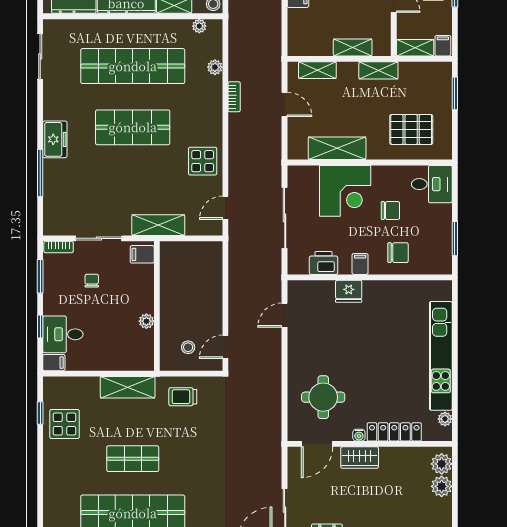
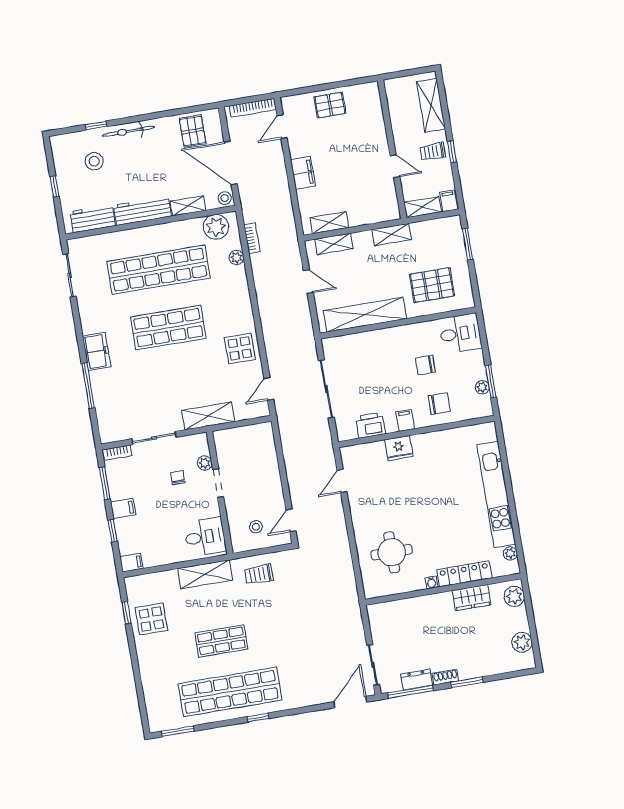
plant: (199, 26) -> (216, 227), width x1.88, depth x1.88
shelving: (353, 47) -> (329, 223), moved
bookcase: (234, 97) -> (252, 238), moved
shelving: (337, 148) -> (365, 315), width x1.47
corner desk: (345, 191) -> (379, 354), removed
chair: (390, 210) -> (425, 365), turned 180
plant: (445, 243) -> (482, 387), added
filing cabinet: (142, 254) -> (123, 508), moved, turned 180
chair: (92, 281) -> (178, 478), moved
doorway: (157, 296) -> (218, 483), added
plant: (146, 321) -> (205, 463), moved
desk: (63, 334) -> (205, 537), moved, turned 180
door: (317, 444) -> (393, 597), removed
wardrobe: (360, 458) -> (472, 598), moved
plant: (442, 486) -> (522, 642), moved

